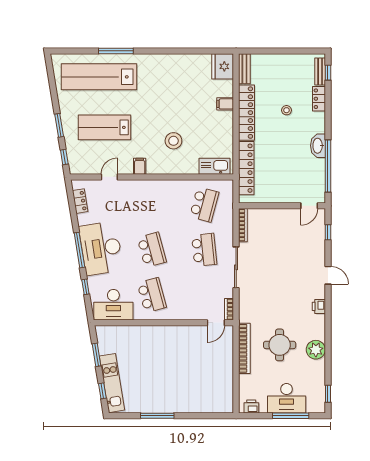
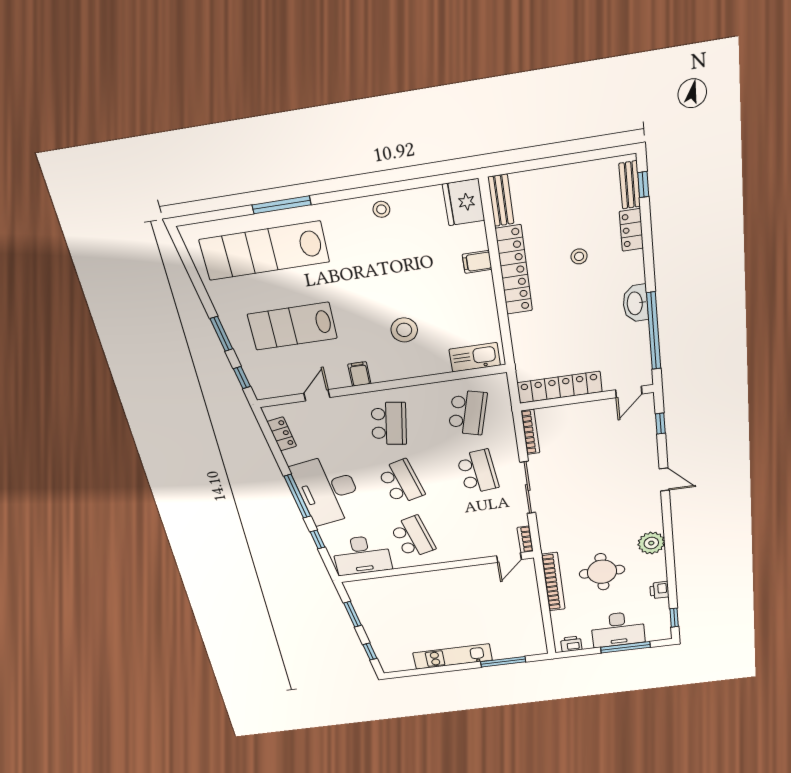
stool: (174, 63) -> (381, 209), added
locker: (246, 168) -> (559, 387), moved, turned -90
school desk: (152, 204) -> (389, 423), added
printer: (319, 306) -> (659, 590), moved
plant: (316, 350) -> (651, 543), moved
kitchen unit: (112, 383) -> (453, 657), moved, turned -81
window: (157, 416) -> (503, 662), moved

